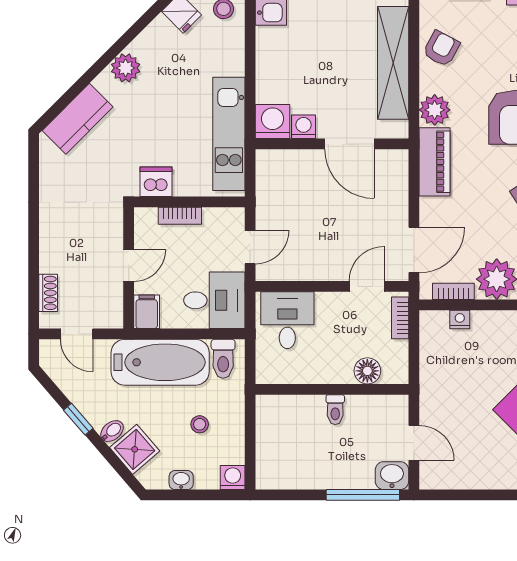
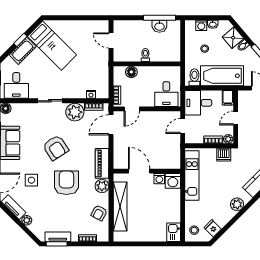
plant: (146, 217) -> (228, 139), added
washbasin: (392, 476) -> (159, 26), moved
washing machine: (233, 477) -> (201, 25), moved
window: (363, 495) -> (159, 18), moved

